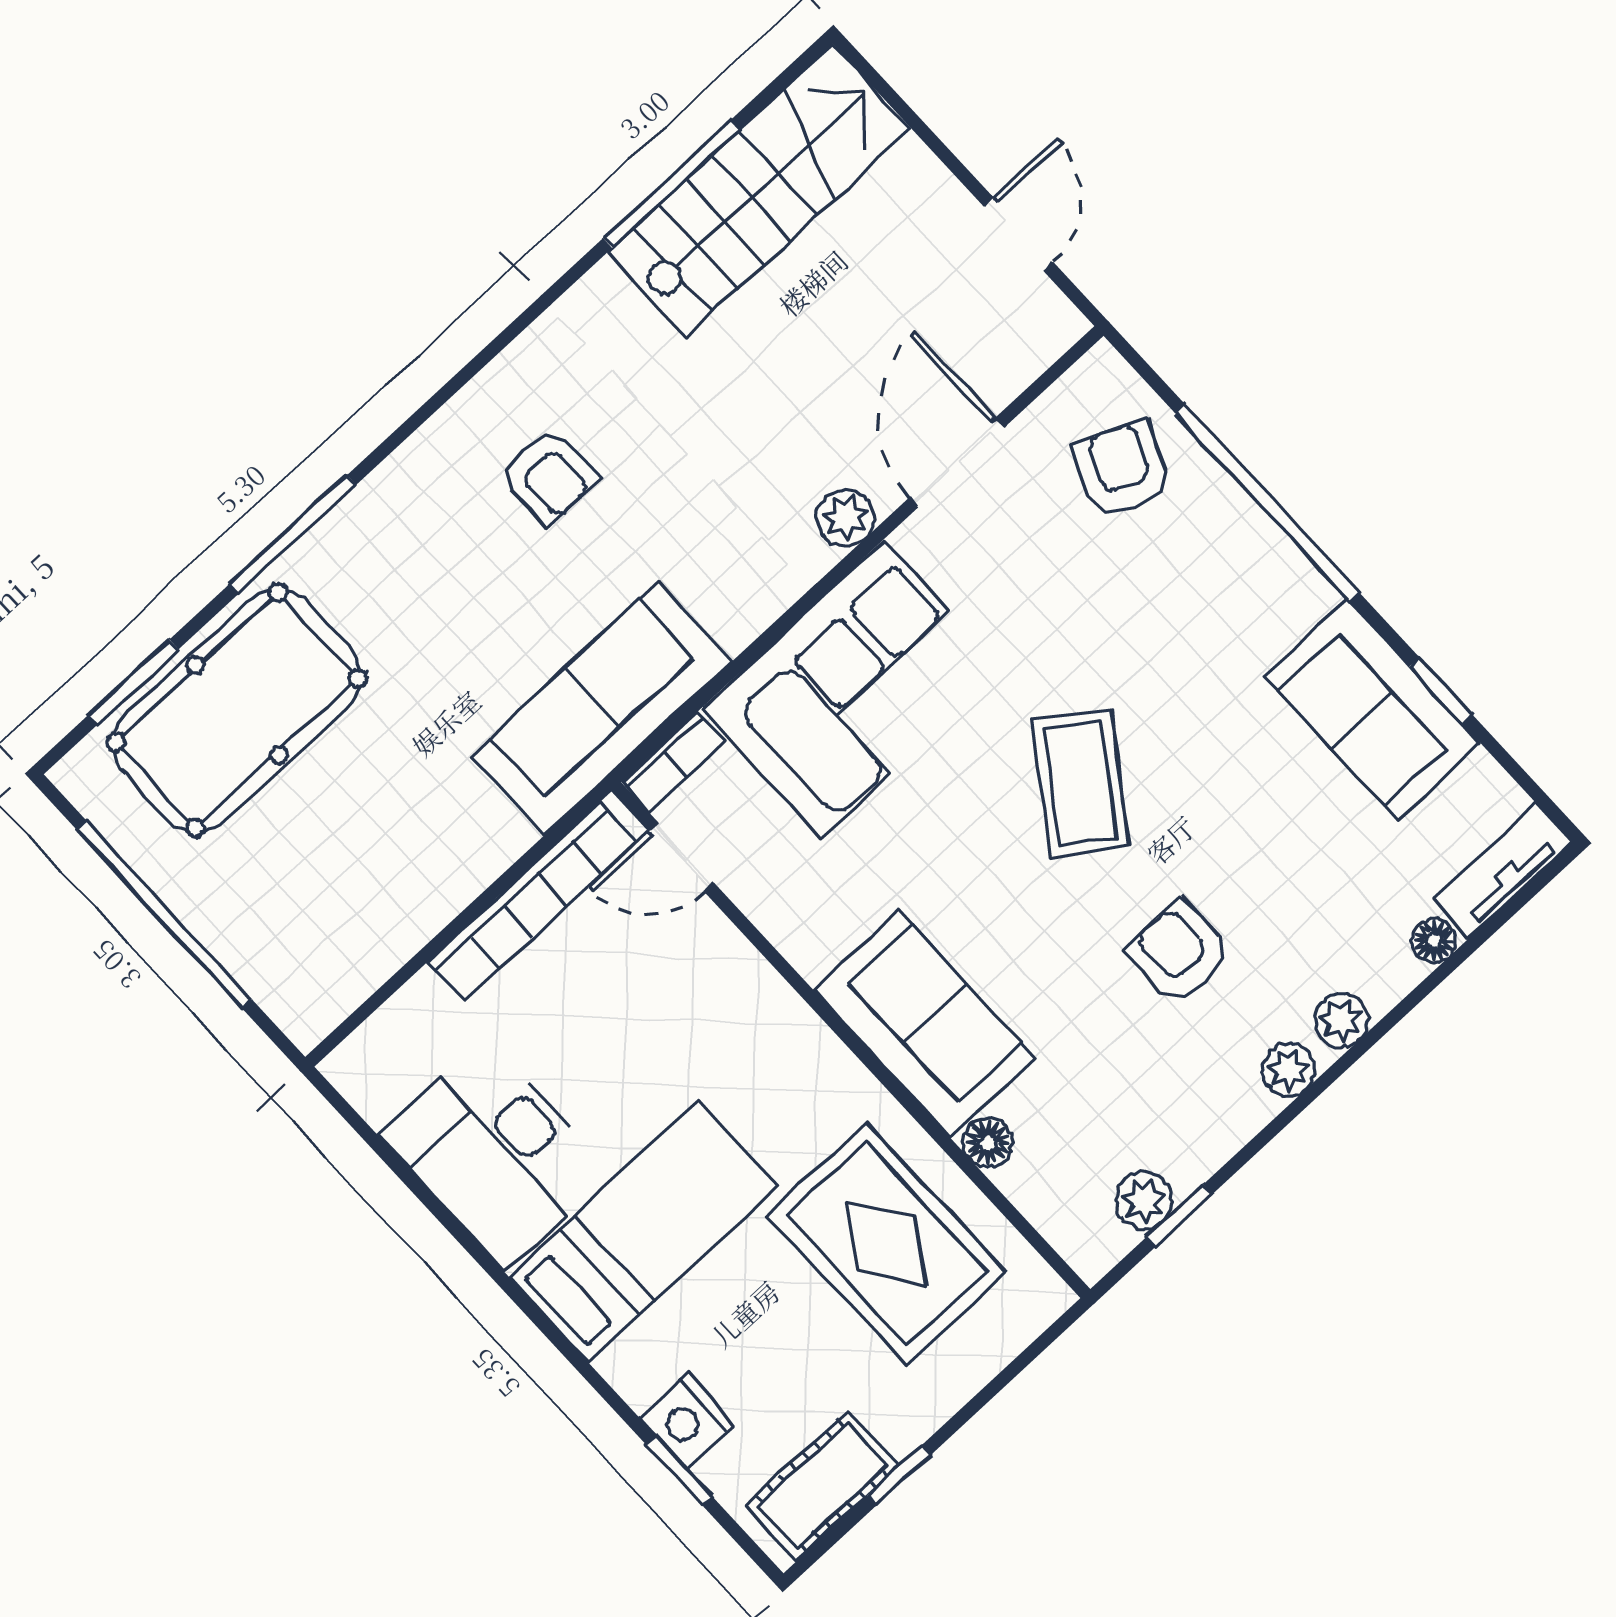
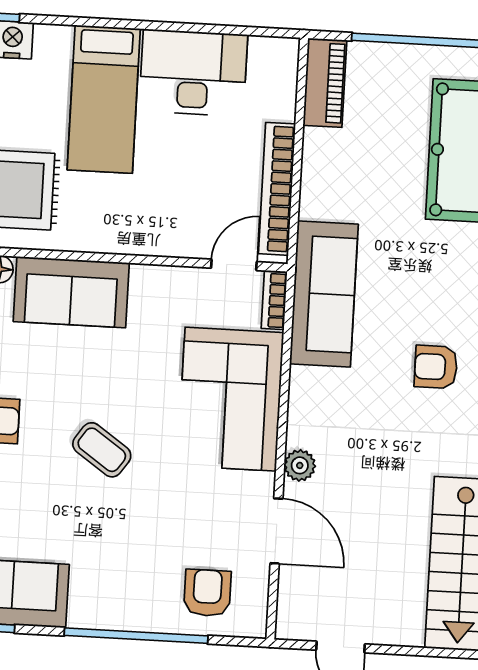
armchair: (1122, 469) -> (207, 593), turned -114
coffee table: (1080, 784) -> (102, 450), width x0.73, depth x0.77
piano: (339, 978) -> (325, 83), added

